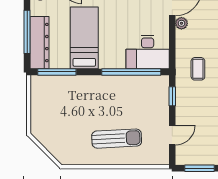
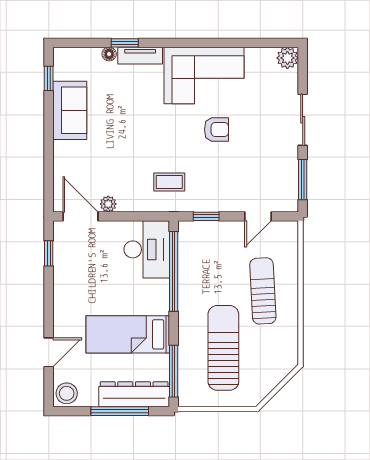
sun lounger: (74, 109) -> (223, 348), added
door: (172, 135) -> (258, 216), swing flipped

